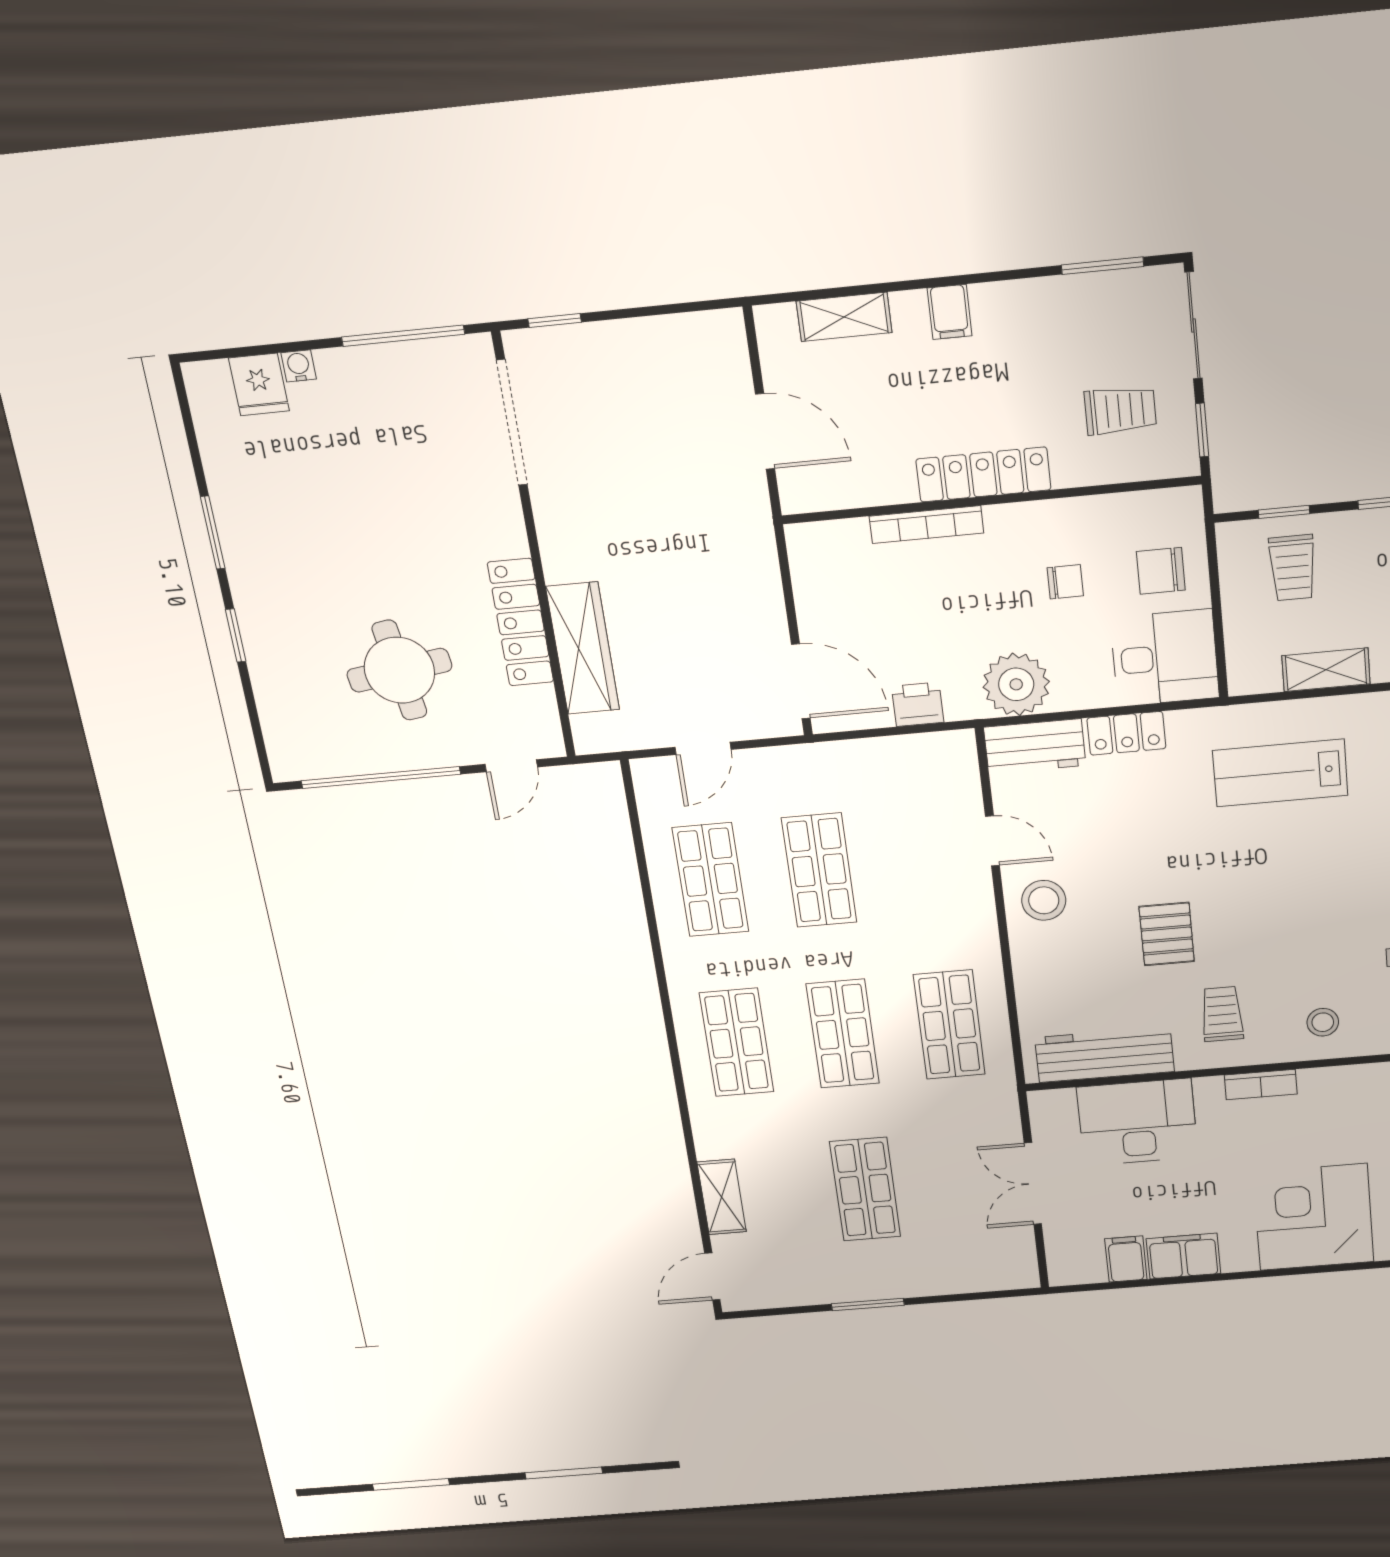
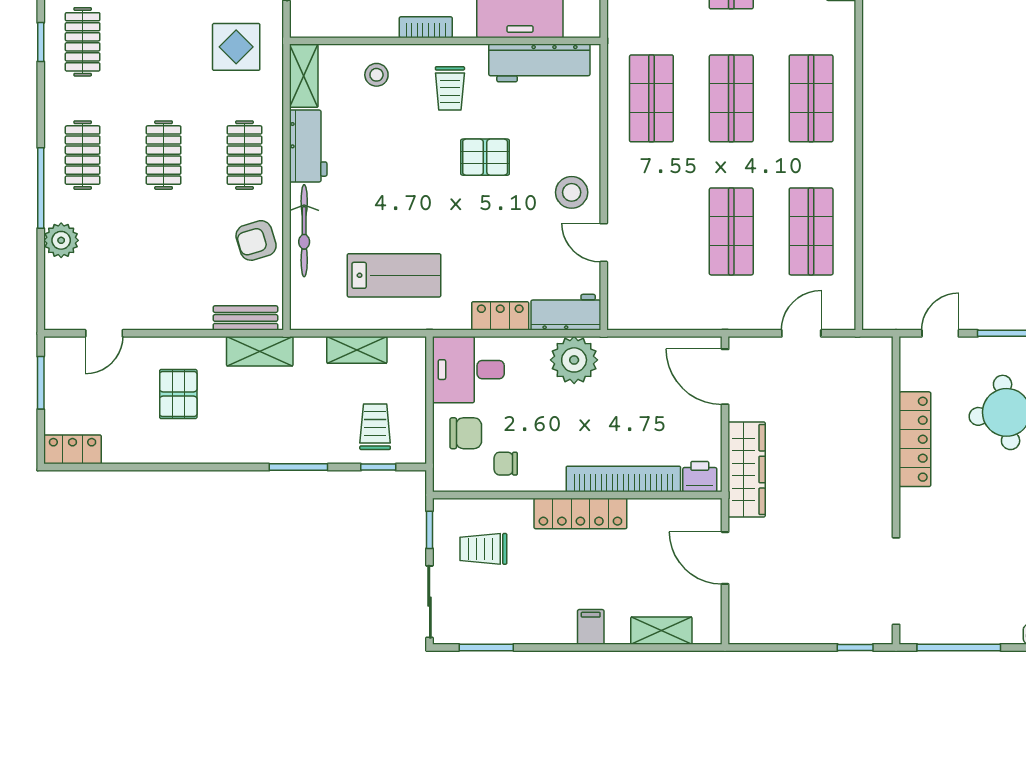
bookcase: (926, 525) -> (623, 479), width x1.48, depth x1.31
chair: (1065, 582) -> (506, 464), moved
wardrobe: (583, 648) -> (747, 469), moved, turned 180
printer: (918, 704) -> (700, 477), moved, turned 180
pallet: (1167, 934) -> (485, 157), turned 90

